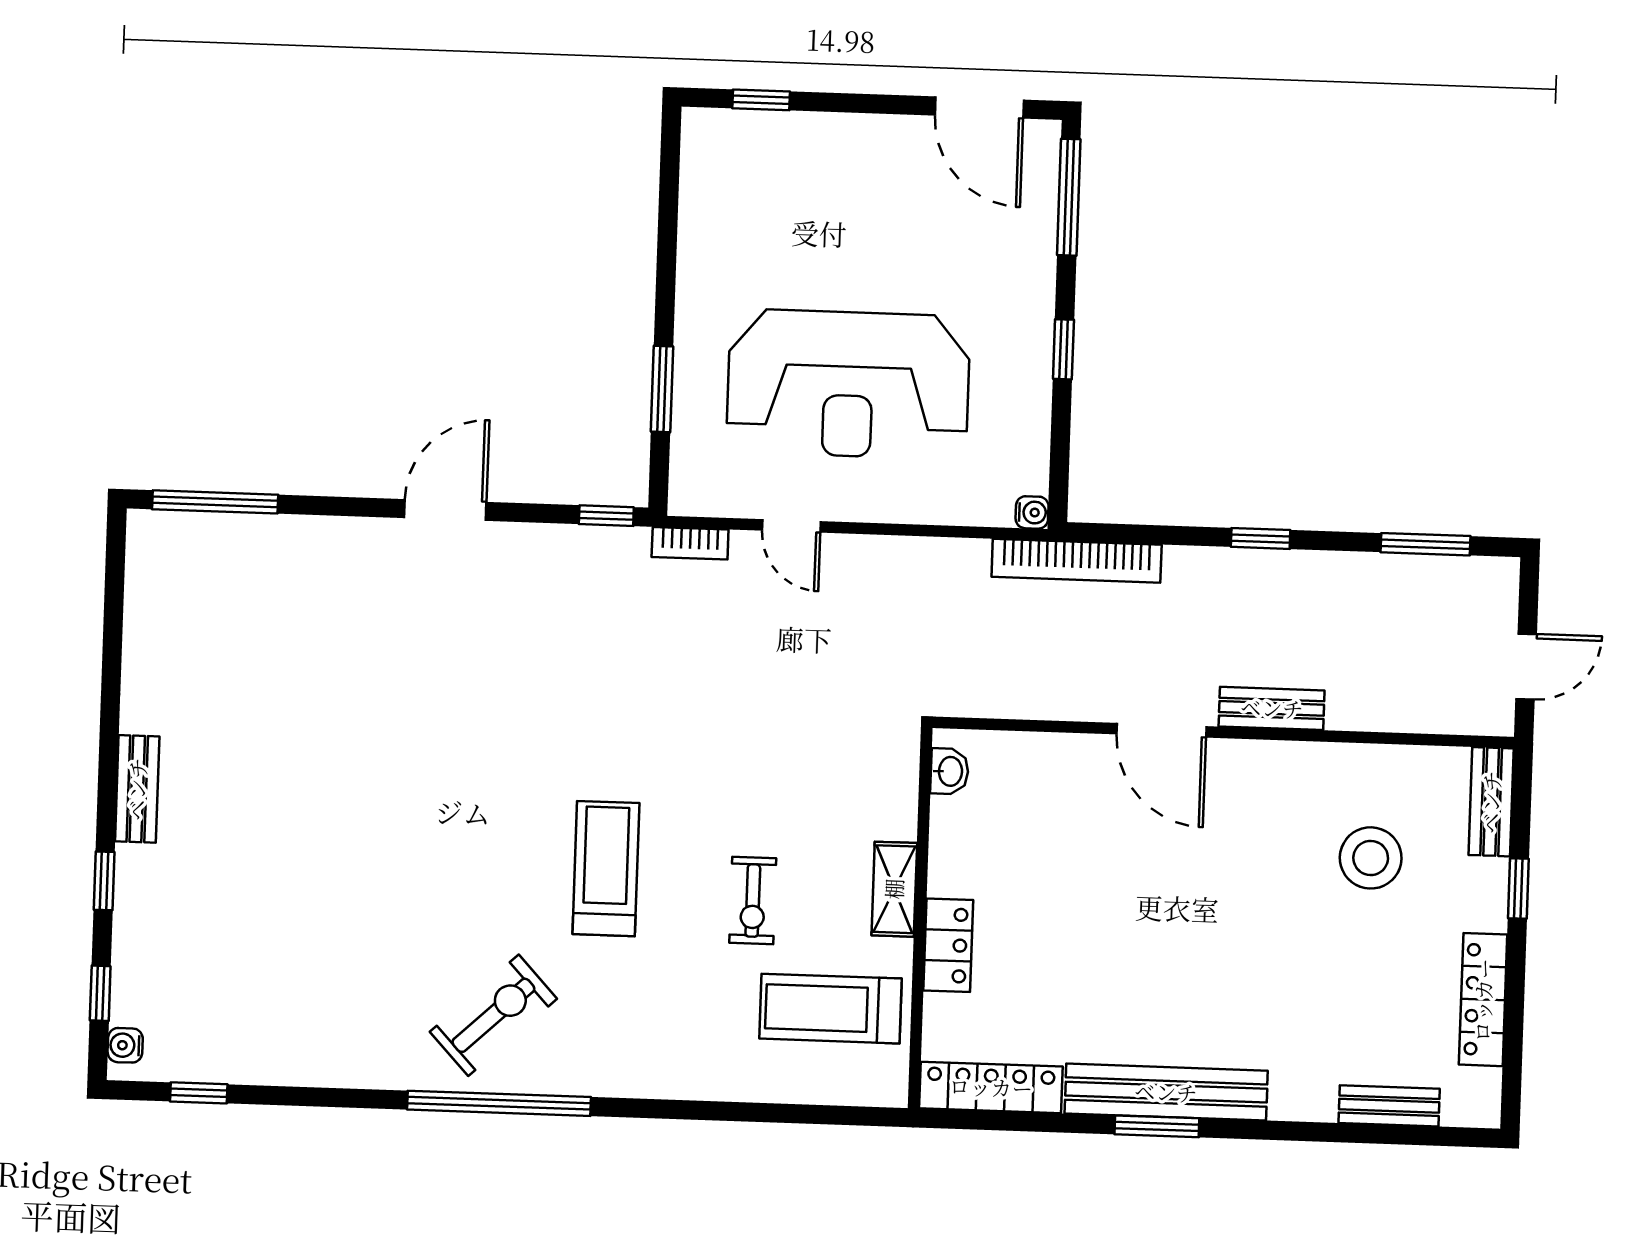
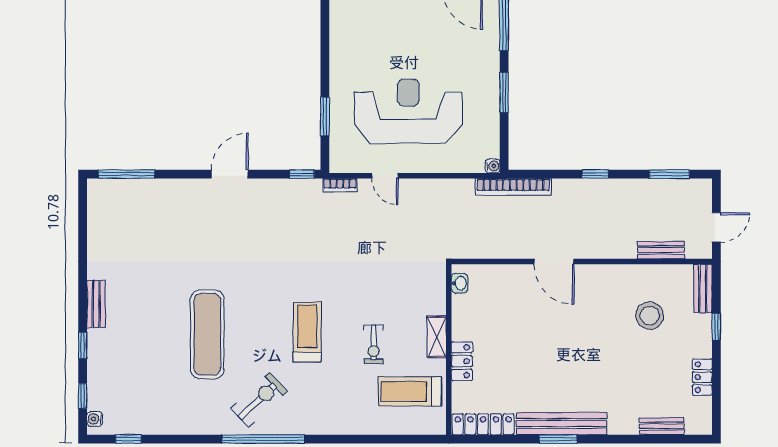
window: (1063, 349) -> (504, 92), width x1.50
reception desk: (848, 384) -> (408, 111), turned 180
bench: (1272, 708) -> (661, 250), moved
exercise mat: (383, 865) -> (207, 334), added
locker: (1483, 1000) -> (702, 377), width x0.66

